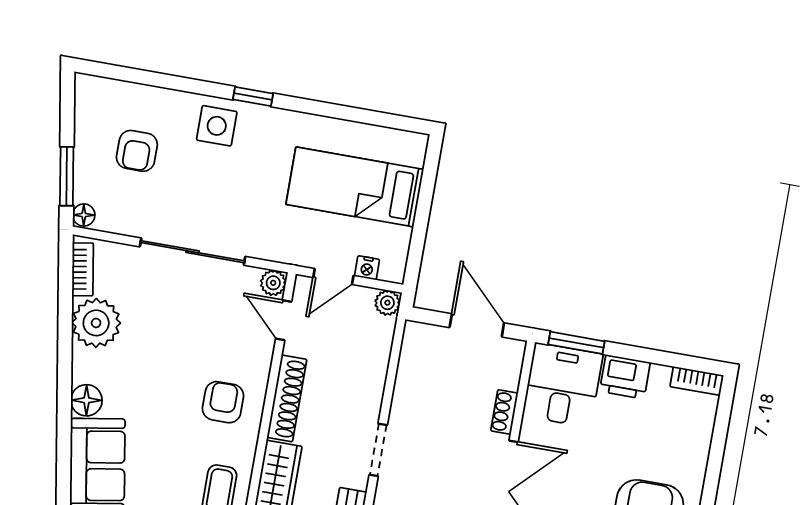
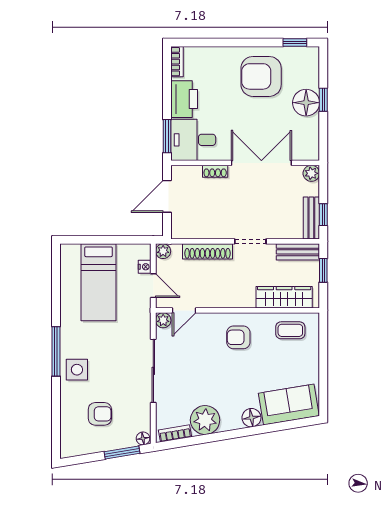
window: (253, 97) -> (56, 351), width x2.17
printer: (625, 377) -> (184, 99), width x1.37, depth x1.19
shoe rack: (287, 398) -> (207, 251), moved, turned 180

